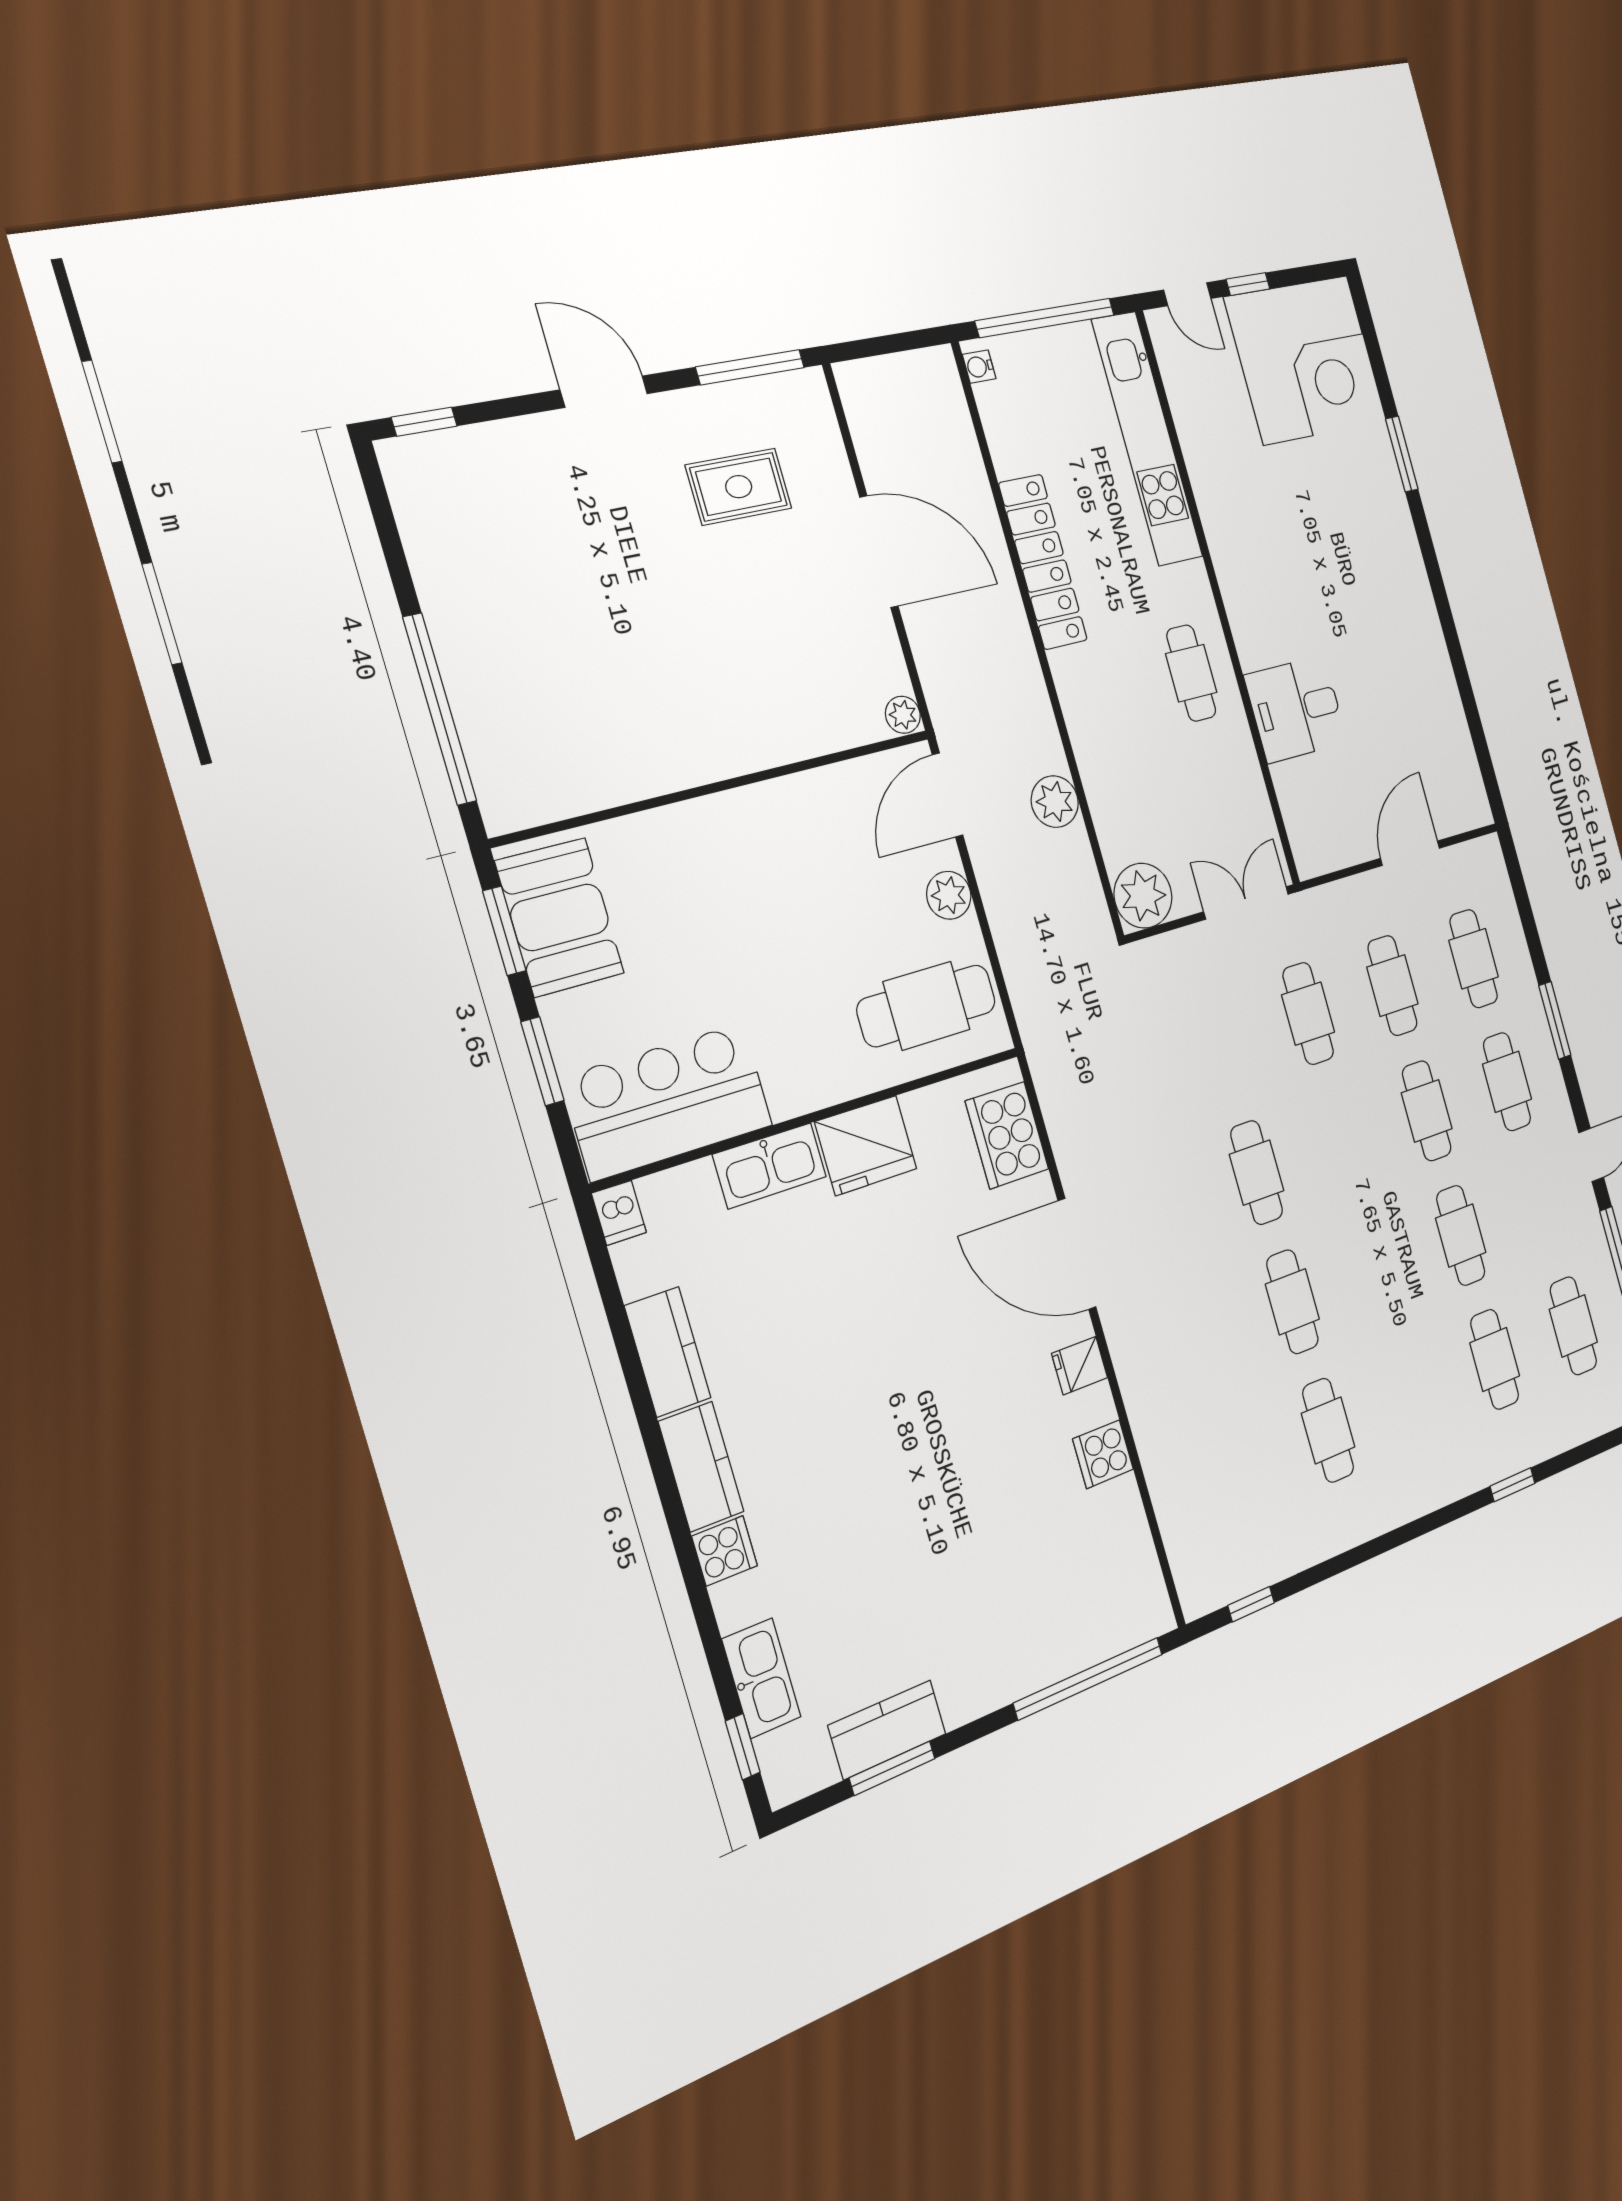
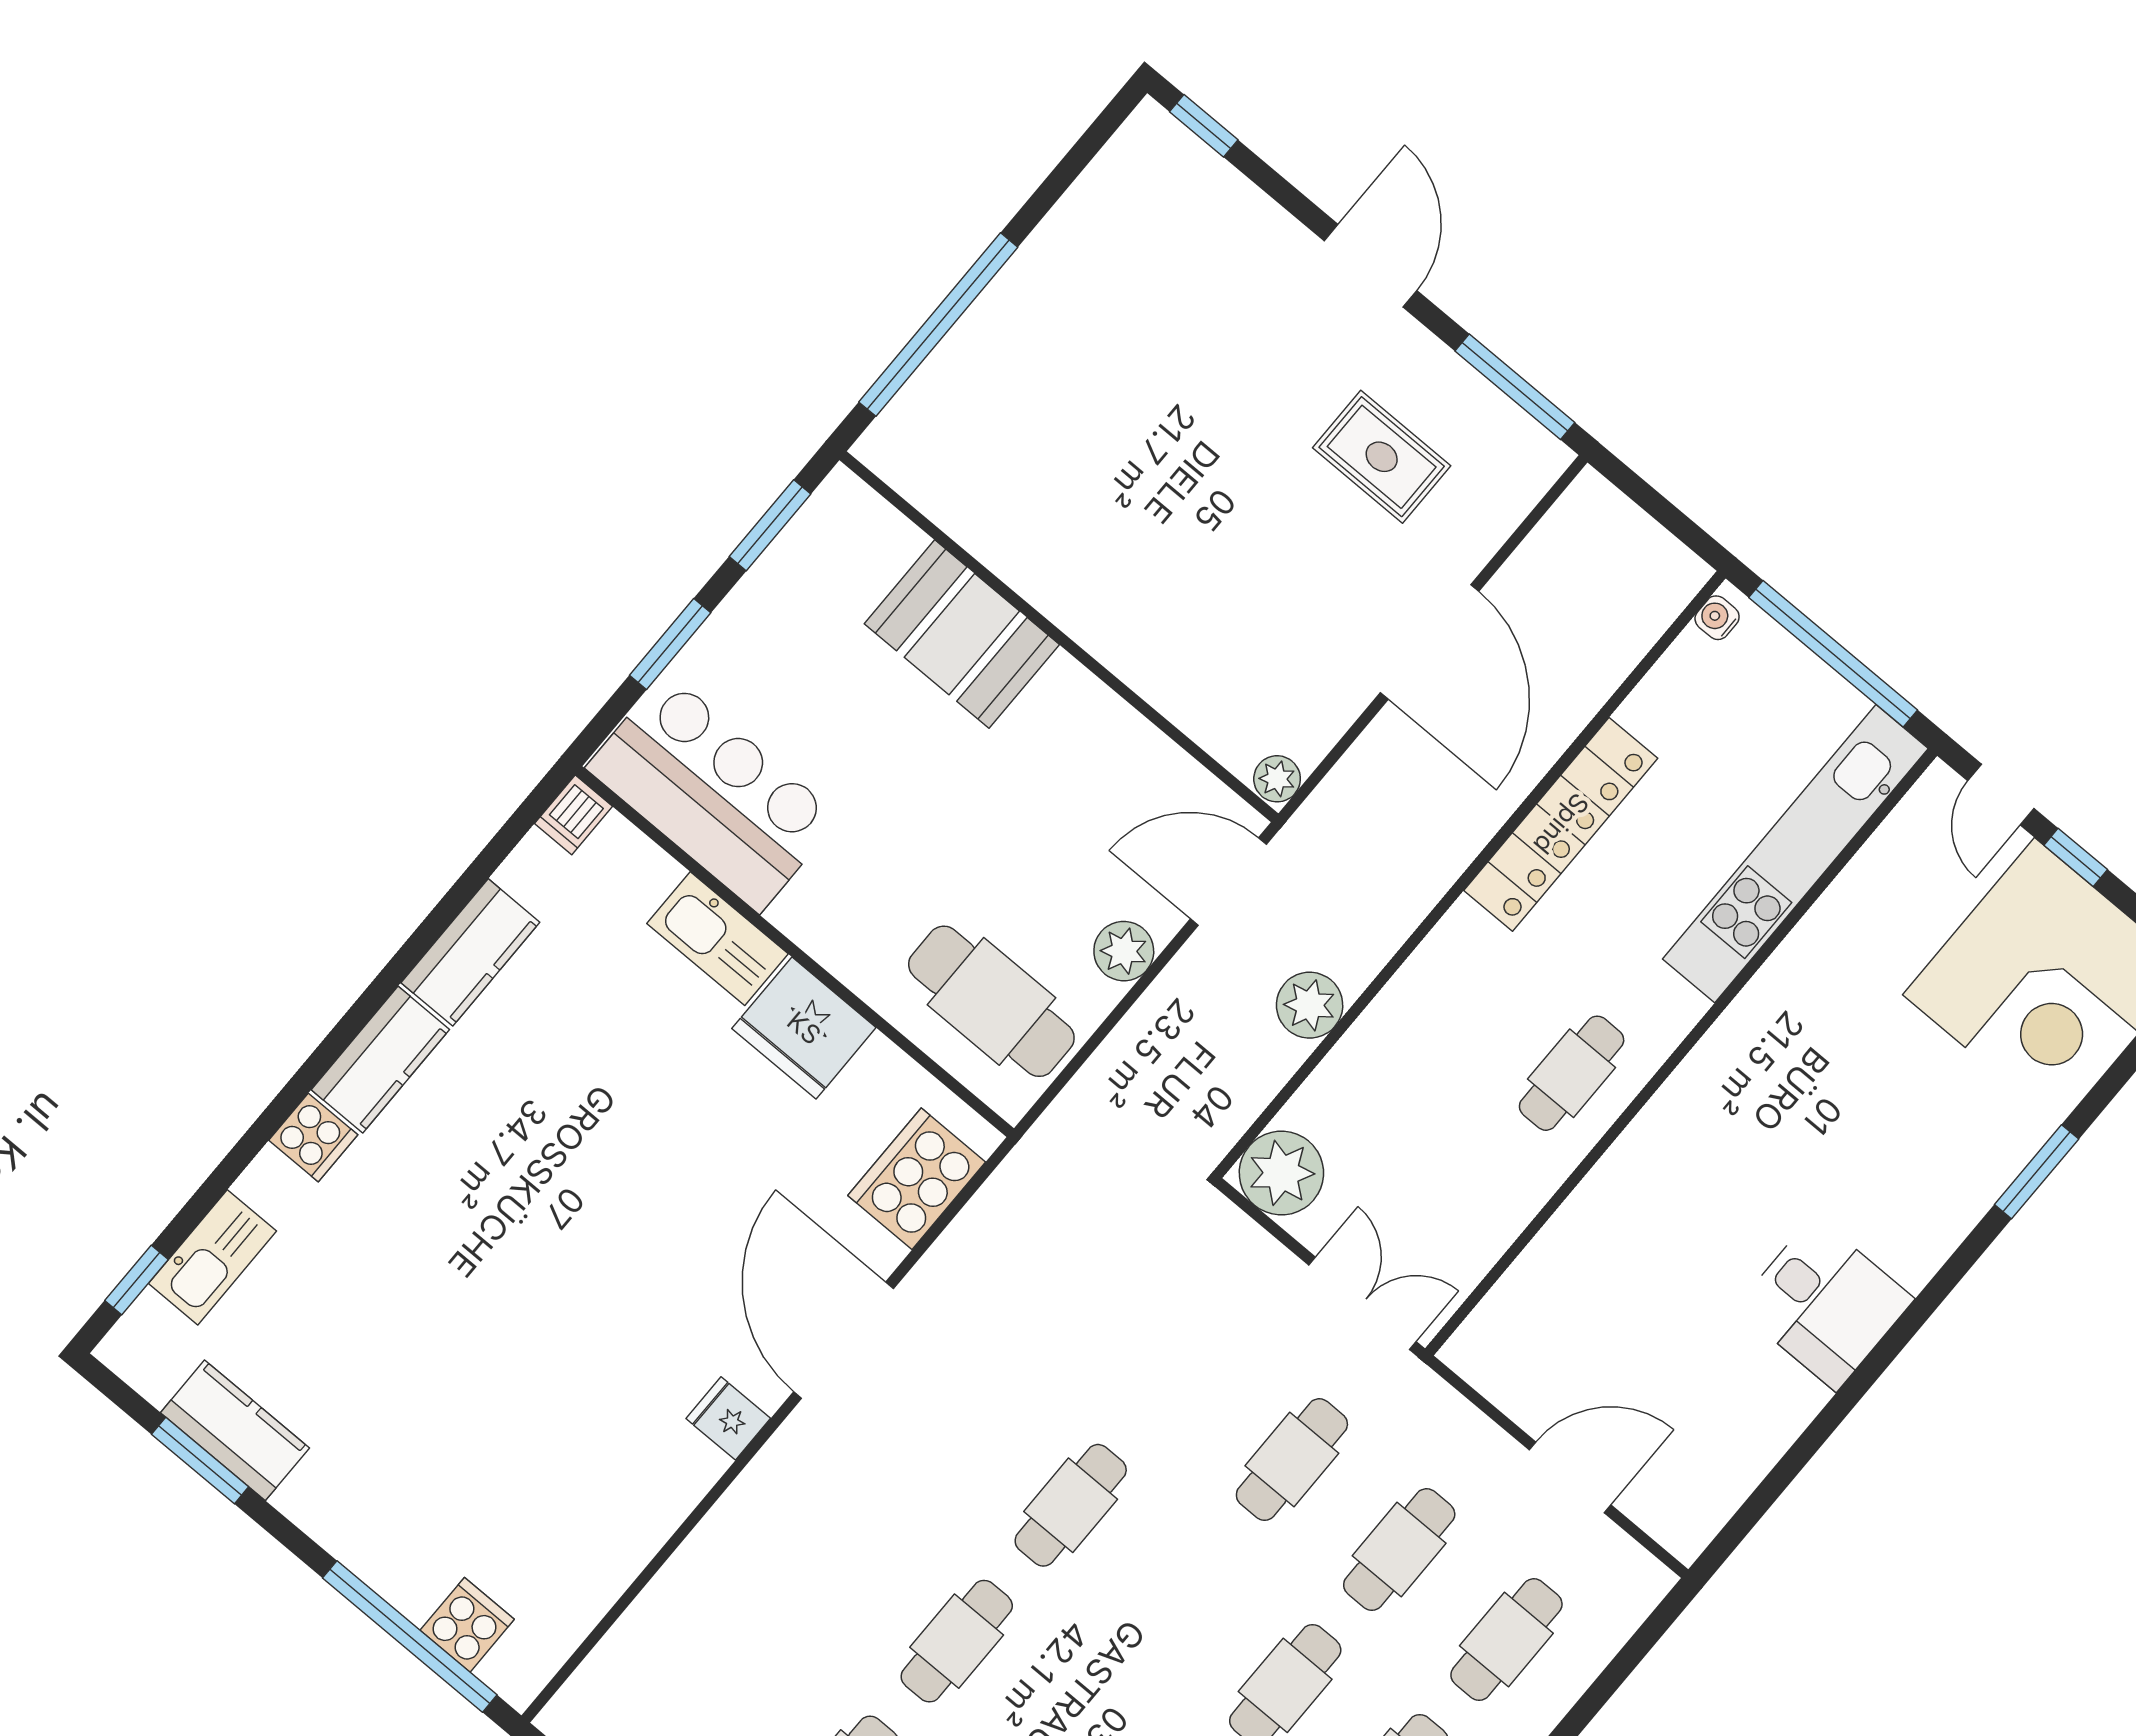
desk: (1296, 709) -> (1825, 1303), moved, turned 180
booth: (560, 917) -> (962, 634), moved, turned 90
cooker: (1103, 1454) -> (467, 1625), moved, turned 90

